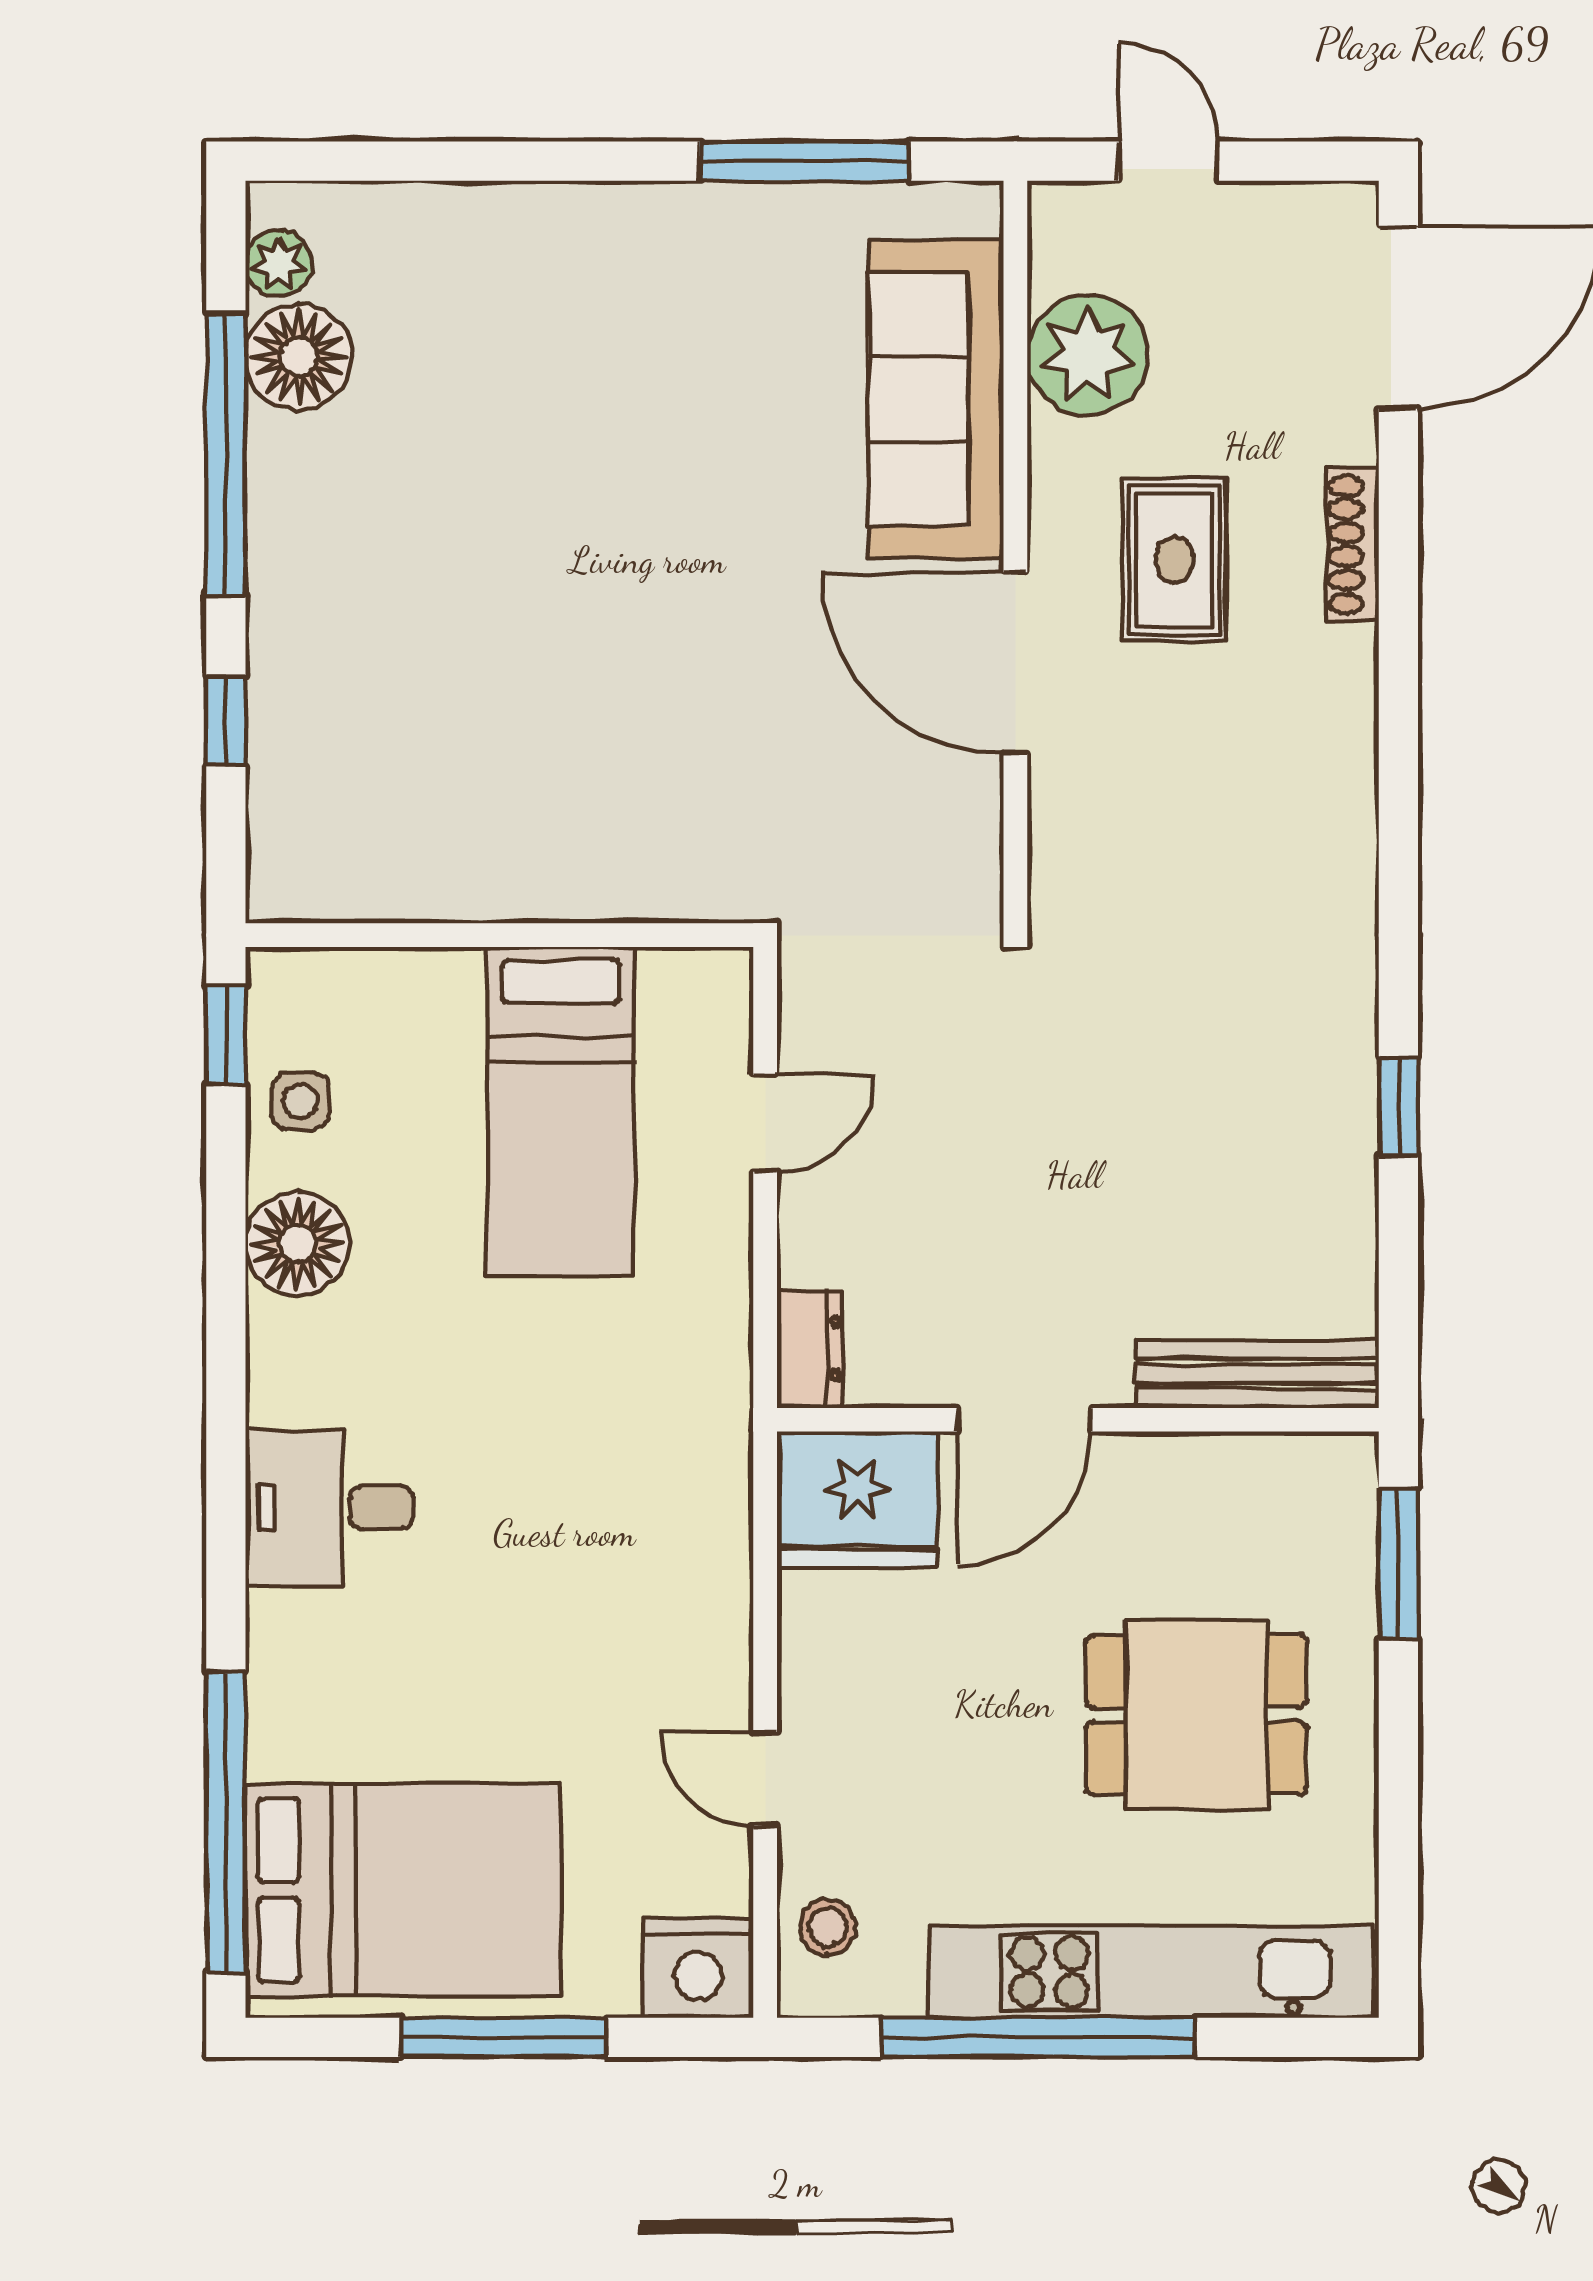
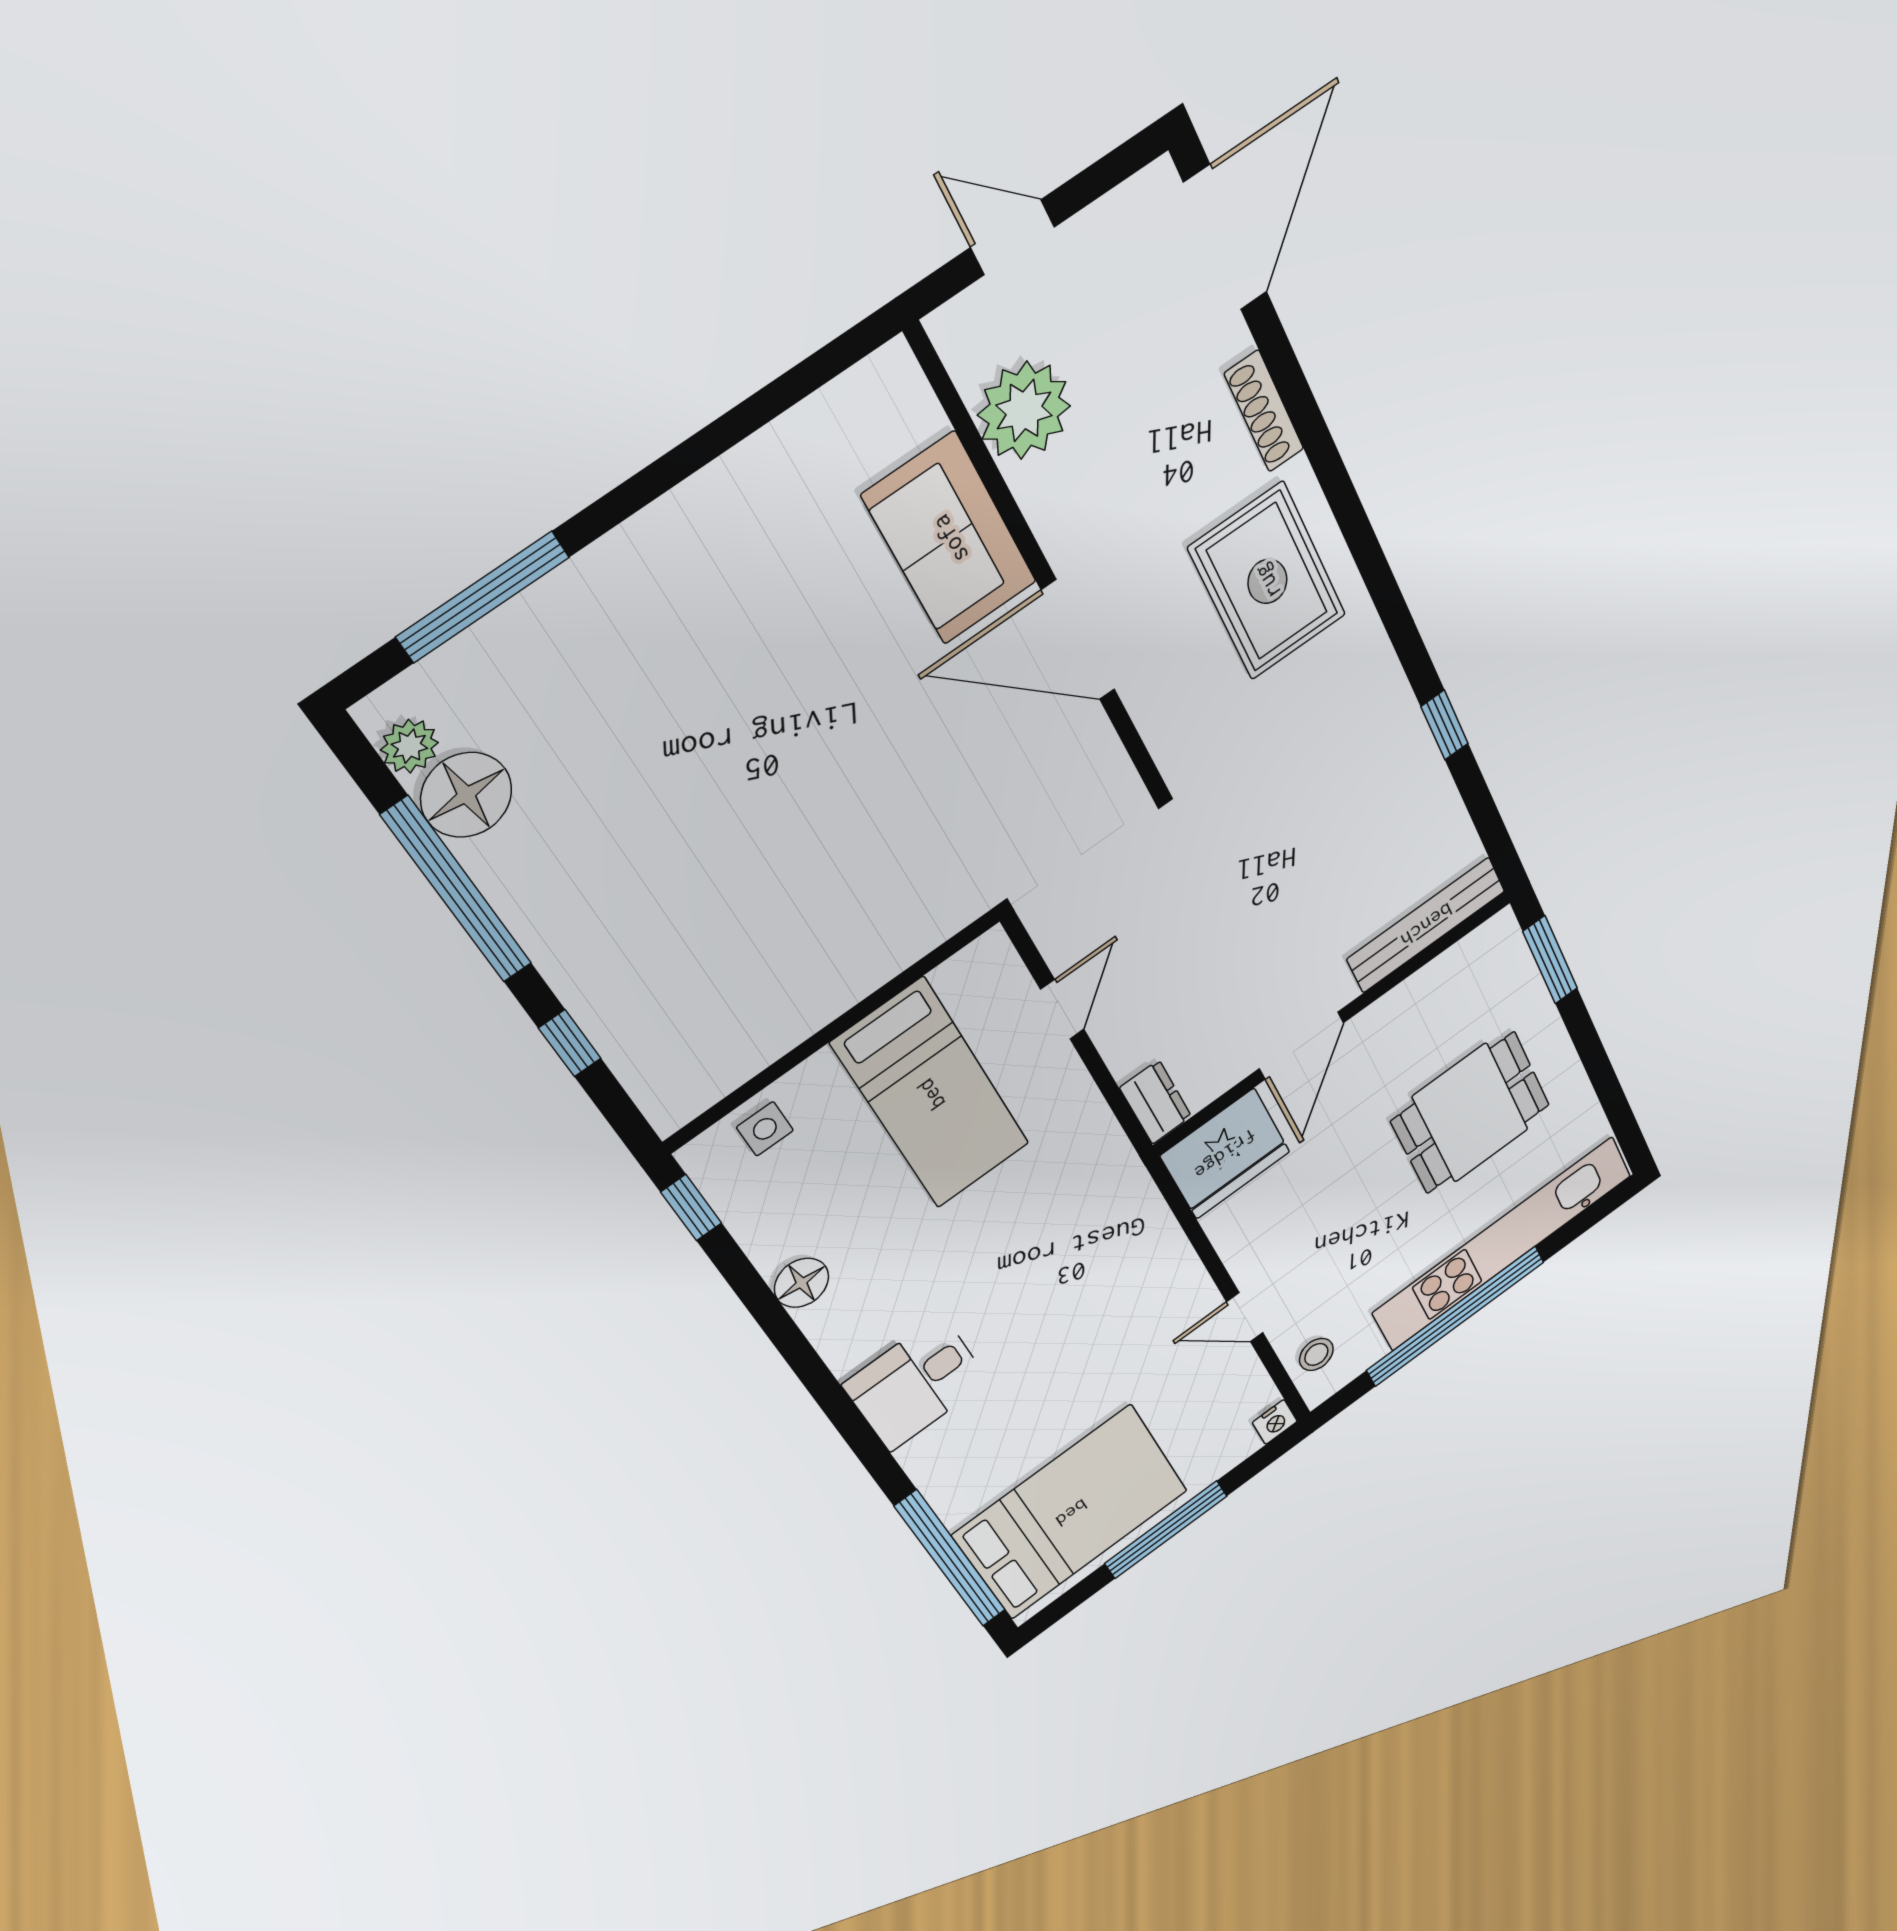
window: (804, 161) -> (483, 597), moved
sofa: (936, 399) -> (950, 539), width x0.73
rug: (1174, 560) -> (1267, 581), moved, width x1.36, depth x1.43
side table: (300, 1101) -> (765, 1129), moved
floor lamp: (297, 1244) -> (801, 1283), width x0.73, depth x0.73
nightstand: (698, 1968) -> (1275, 1422), width x0.53, depth x0.56

